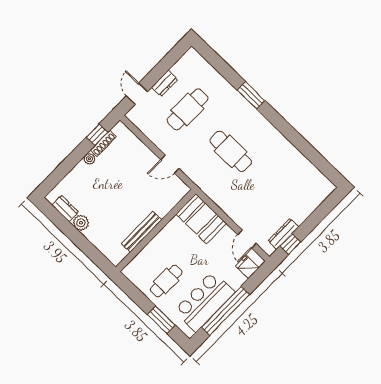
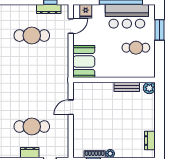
cafe table: (231, 151) -> (32, 36), moved, turned 90
door: (170, 164) -> (71, 107), swing flipped
plant: (81, 223) -> (149, 88), moved
bench: (142, 232) -> (127, 87), width x0.73

